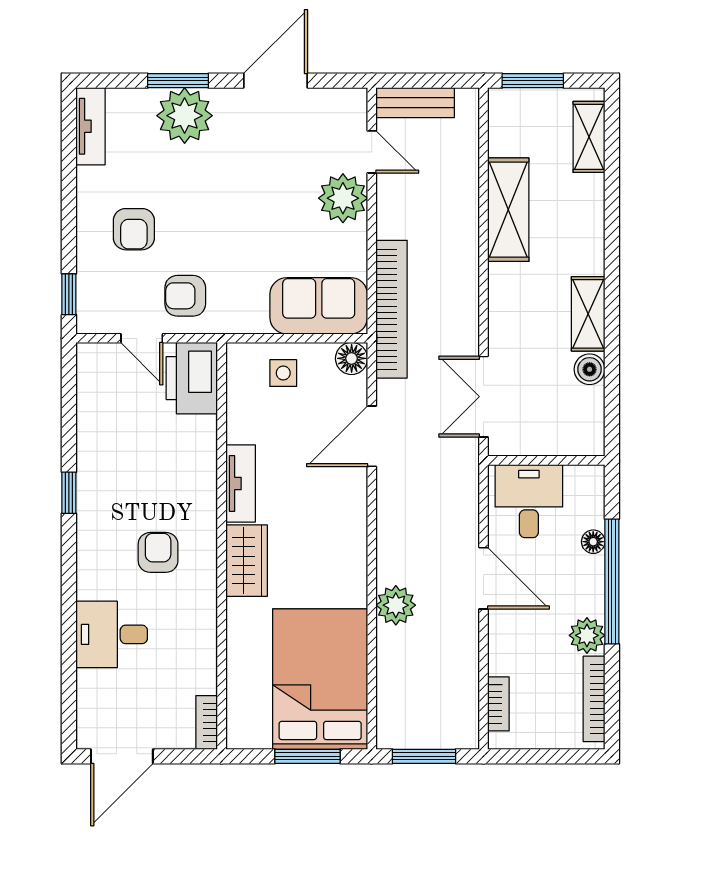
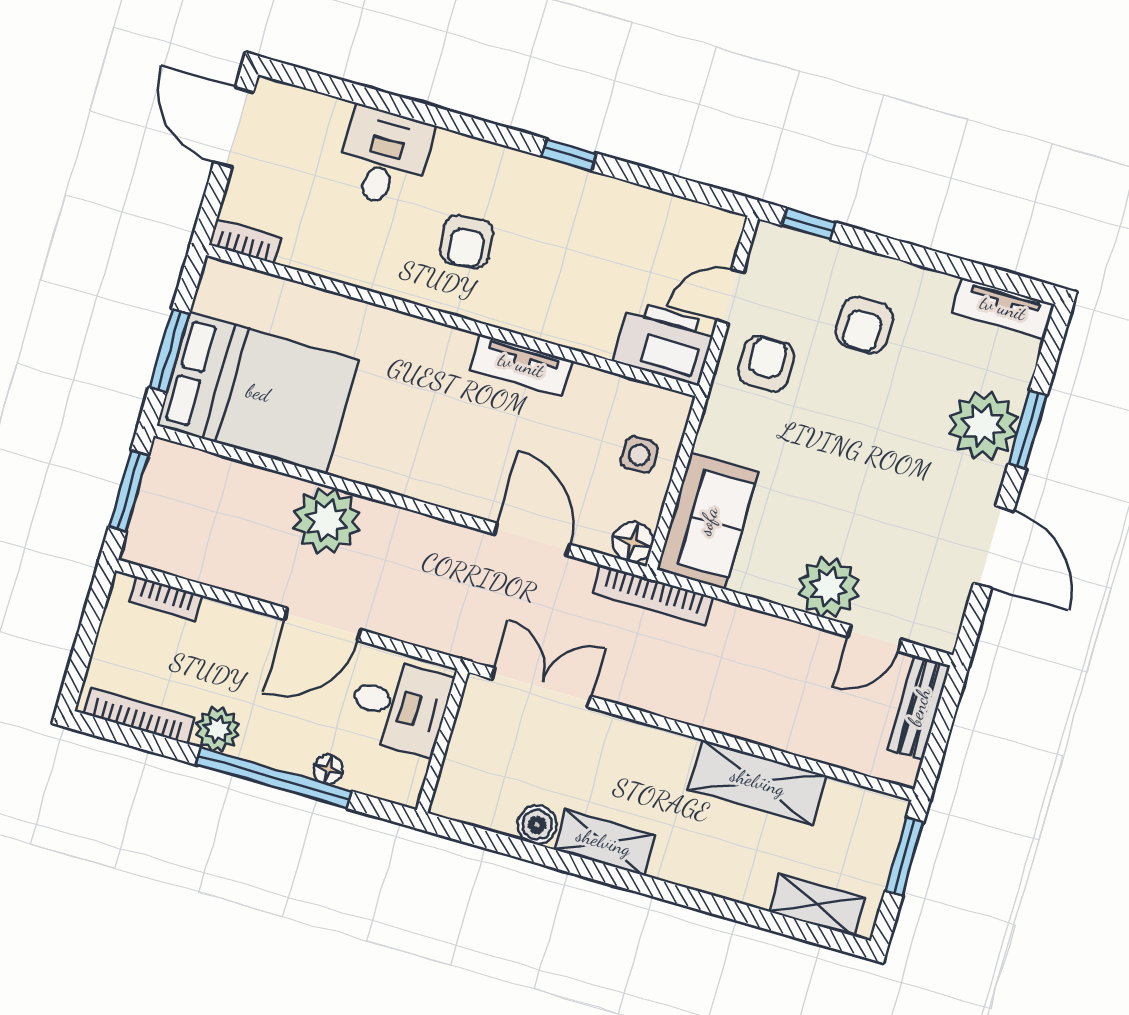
armchair: (134, 229) -> (864, 325), turned -89
bookcase: (392, 309) -> (653, 595), width x0.68, depth x0.76
armchair: (158, 552) -> (467, 242), turned 84
wardrobe: (247, 561) -> (426, 345), removed
plant: (396, 605) -> (327, 521), width x1.36, depth x1.36

